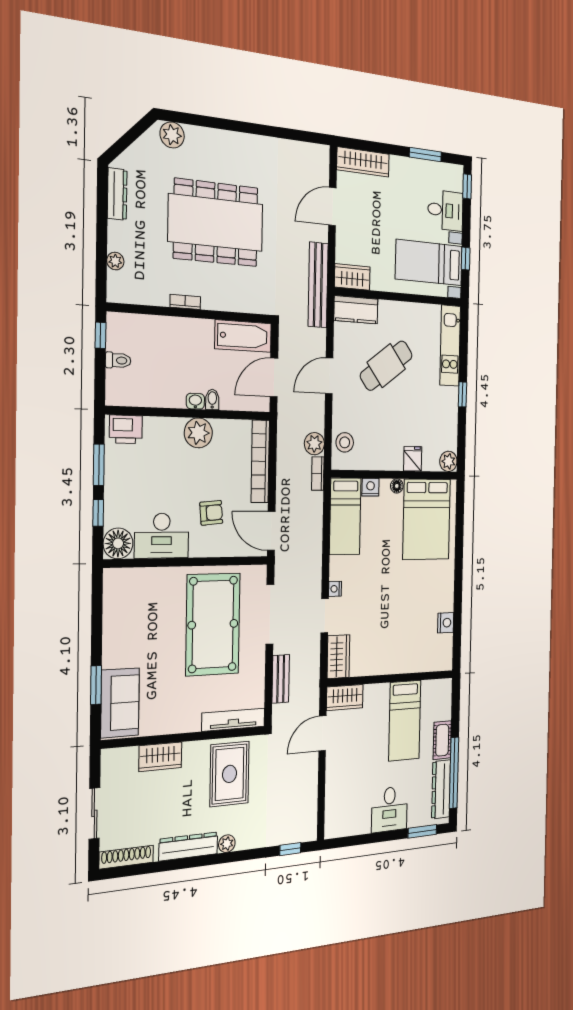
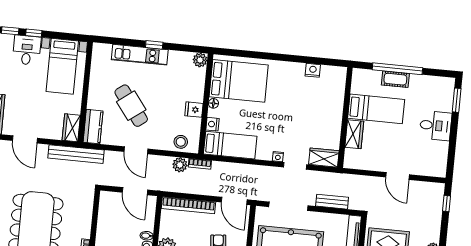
window: (466, 259) -> (34, 33), moved
bathtub: (243, 336) -> (108, 211), removed
kitchen unit: (450, 346) -> (140, 55), moved
fridge: (413, 459) -> (194, 110), moved
door: (271, 531) -> (234, 201), hinge flipped
wardrobe: (345, 697) -> (354, 134), moved
door: (322, 733) -> (397, 176), moved
window: (454, 773) -> (397, 69), moved
dresser: (441, 789) -> (430, 83), removed

